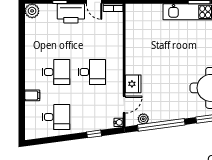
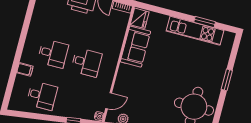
sofa: (137, 43) -> (135, 47), added
fridge: (133, 84) -> (140, 18), moved

